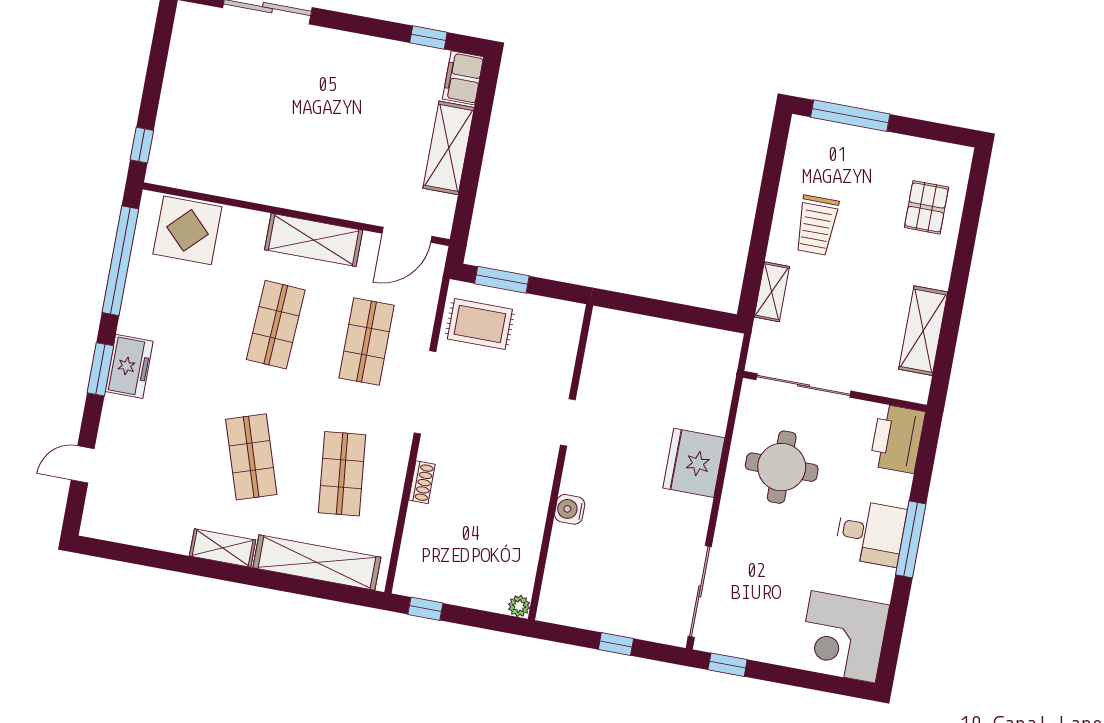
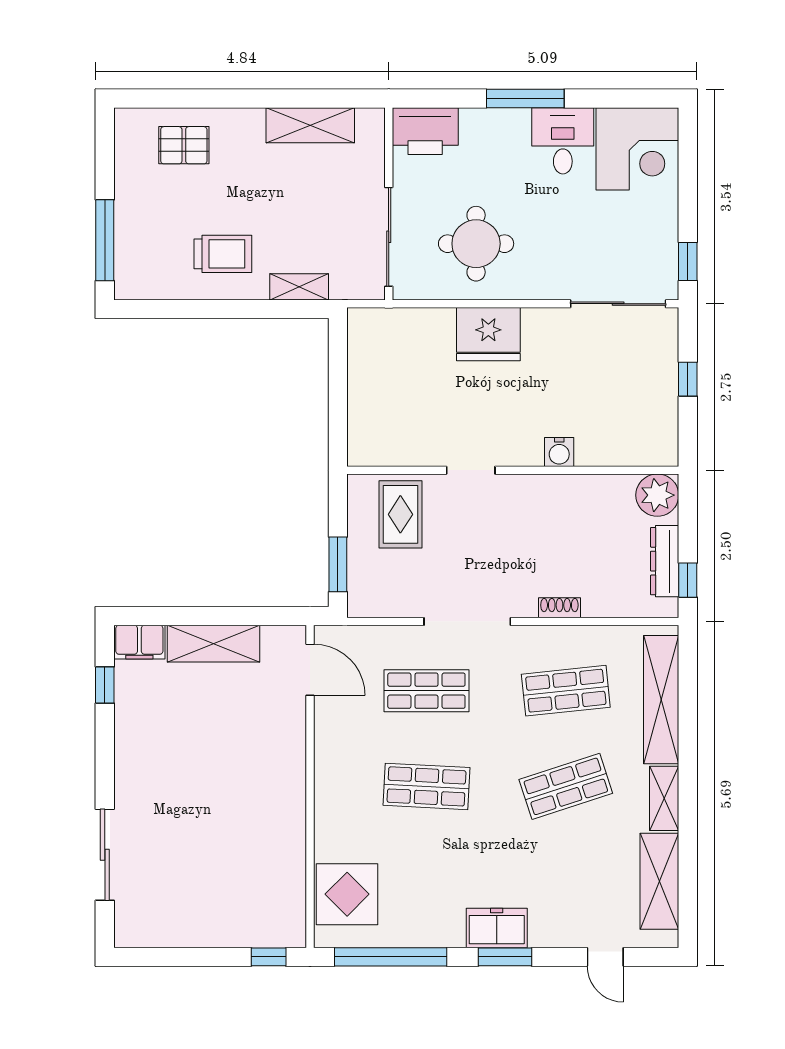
shelving: (314, 240) -> (659, 881), moved
rug: (480, 324) -> (400, 514), moved
desk: (870, 533) -> (563, 141), moved
dresser: (448, 590) -> (665, 561), added
plant: (519, 606) -> (657, 495), width x1.88, depth x1.88

